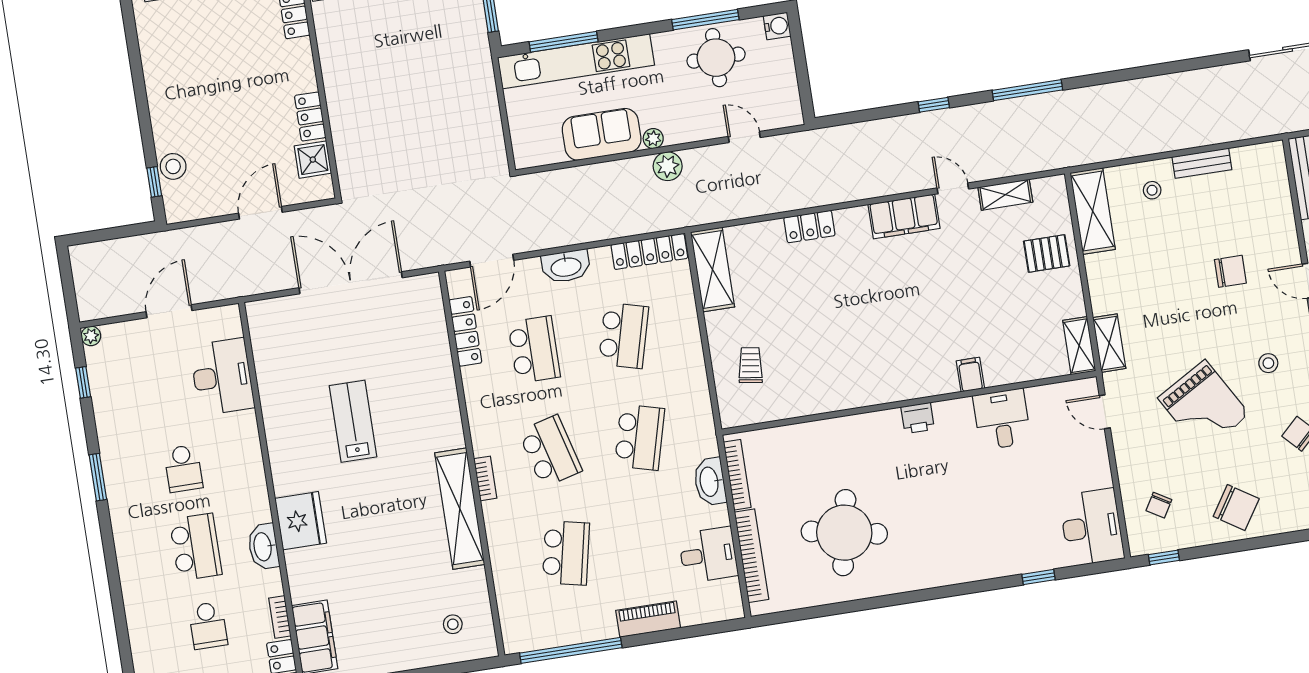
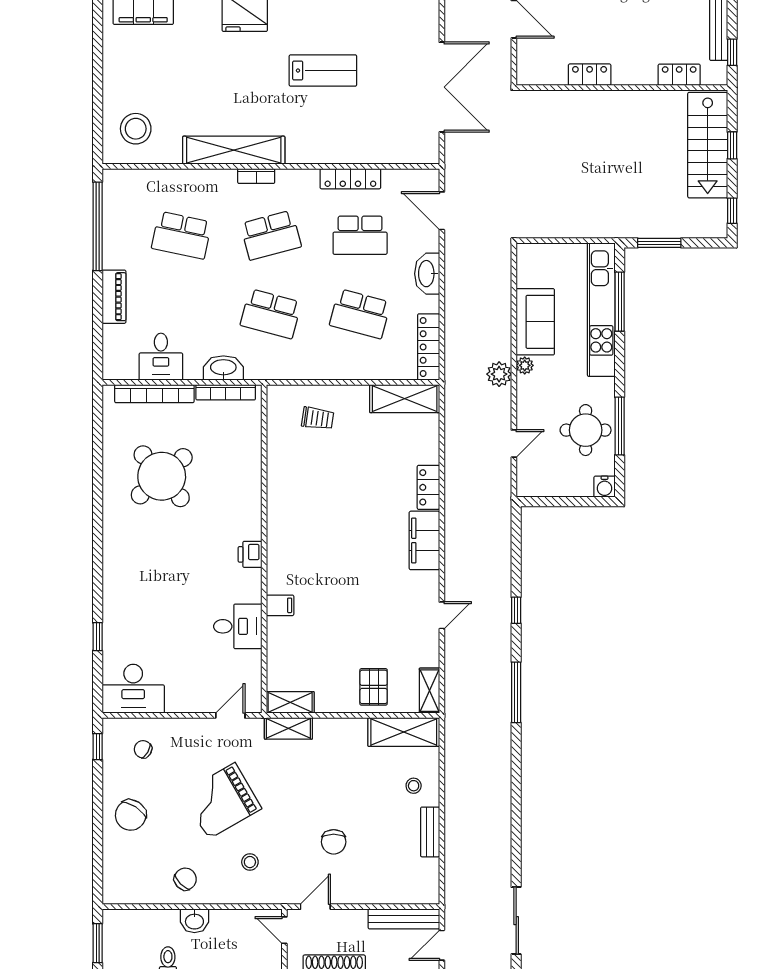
shower: (313, 160) -> (552, 71), removed
shelving: (1005, 195) -> (429, 691), moved
filing cabinet: (904, 216) -> (424, 540), moved
locker: (465, 331) -> (350, 179), moved
round table: (844, 533) -> (162, 476), turned 38
stool: (453, 624) -> (136, 129), width x1.89, depth x1.89

